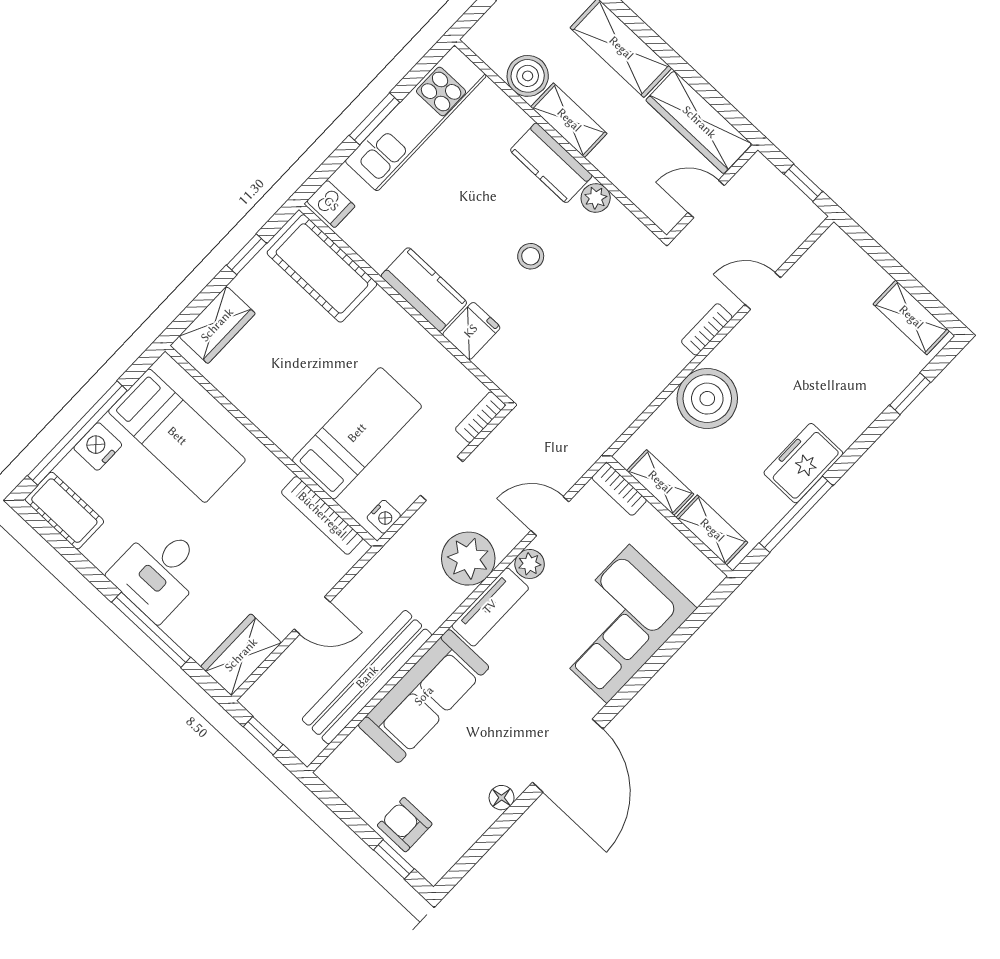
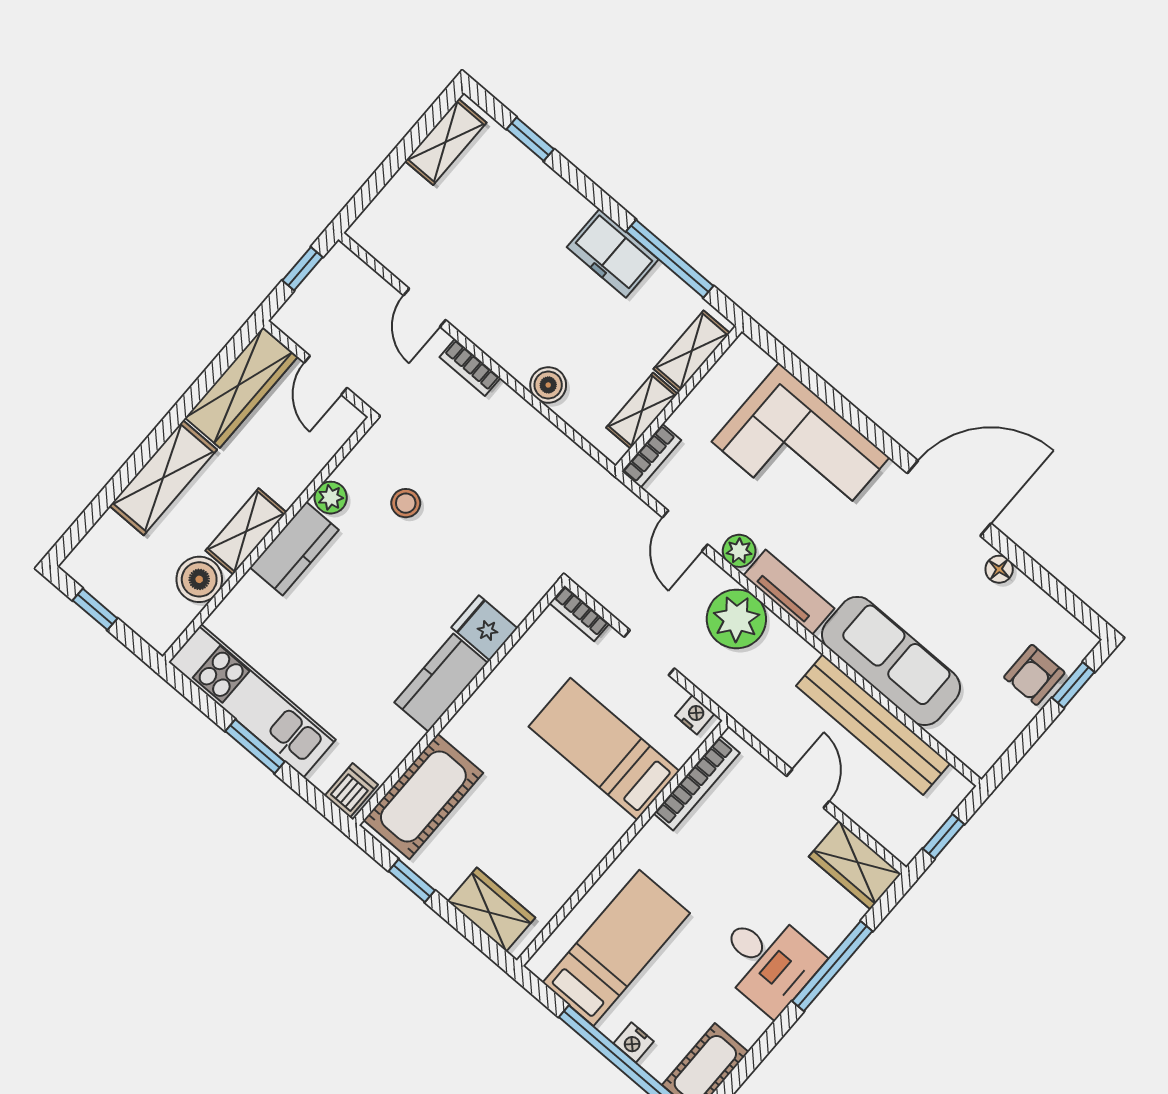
stool: (531, 256) -> (406, 503), moved
boiler: (707, 399) -> (548, 385), width x0.54, depth x0.54
nightstand: (98, 446) -> (634, 1042), width x0.72, depth x0.74

